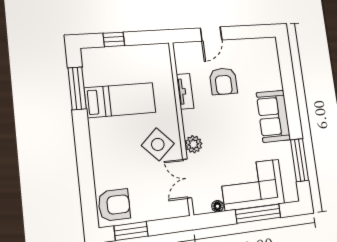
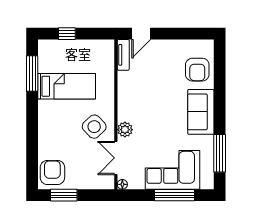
door: (211, 34) -> (141, 34), moved
armchair: (223, 81) -> (197, 70), moved
tv unit: (185, 91) -> (123, 55), moved
armchair: (114, 205) -> (52, 172), turned -90
floor lamp: (217, 206) -> (122, 184), moved

